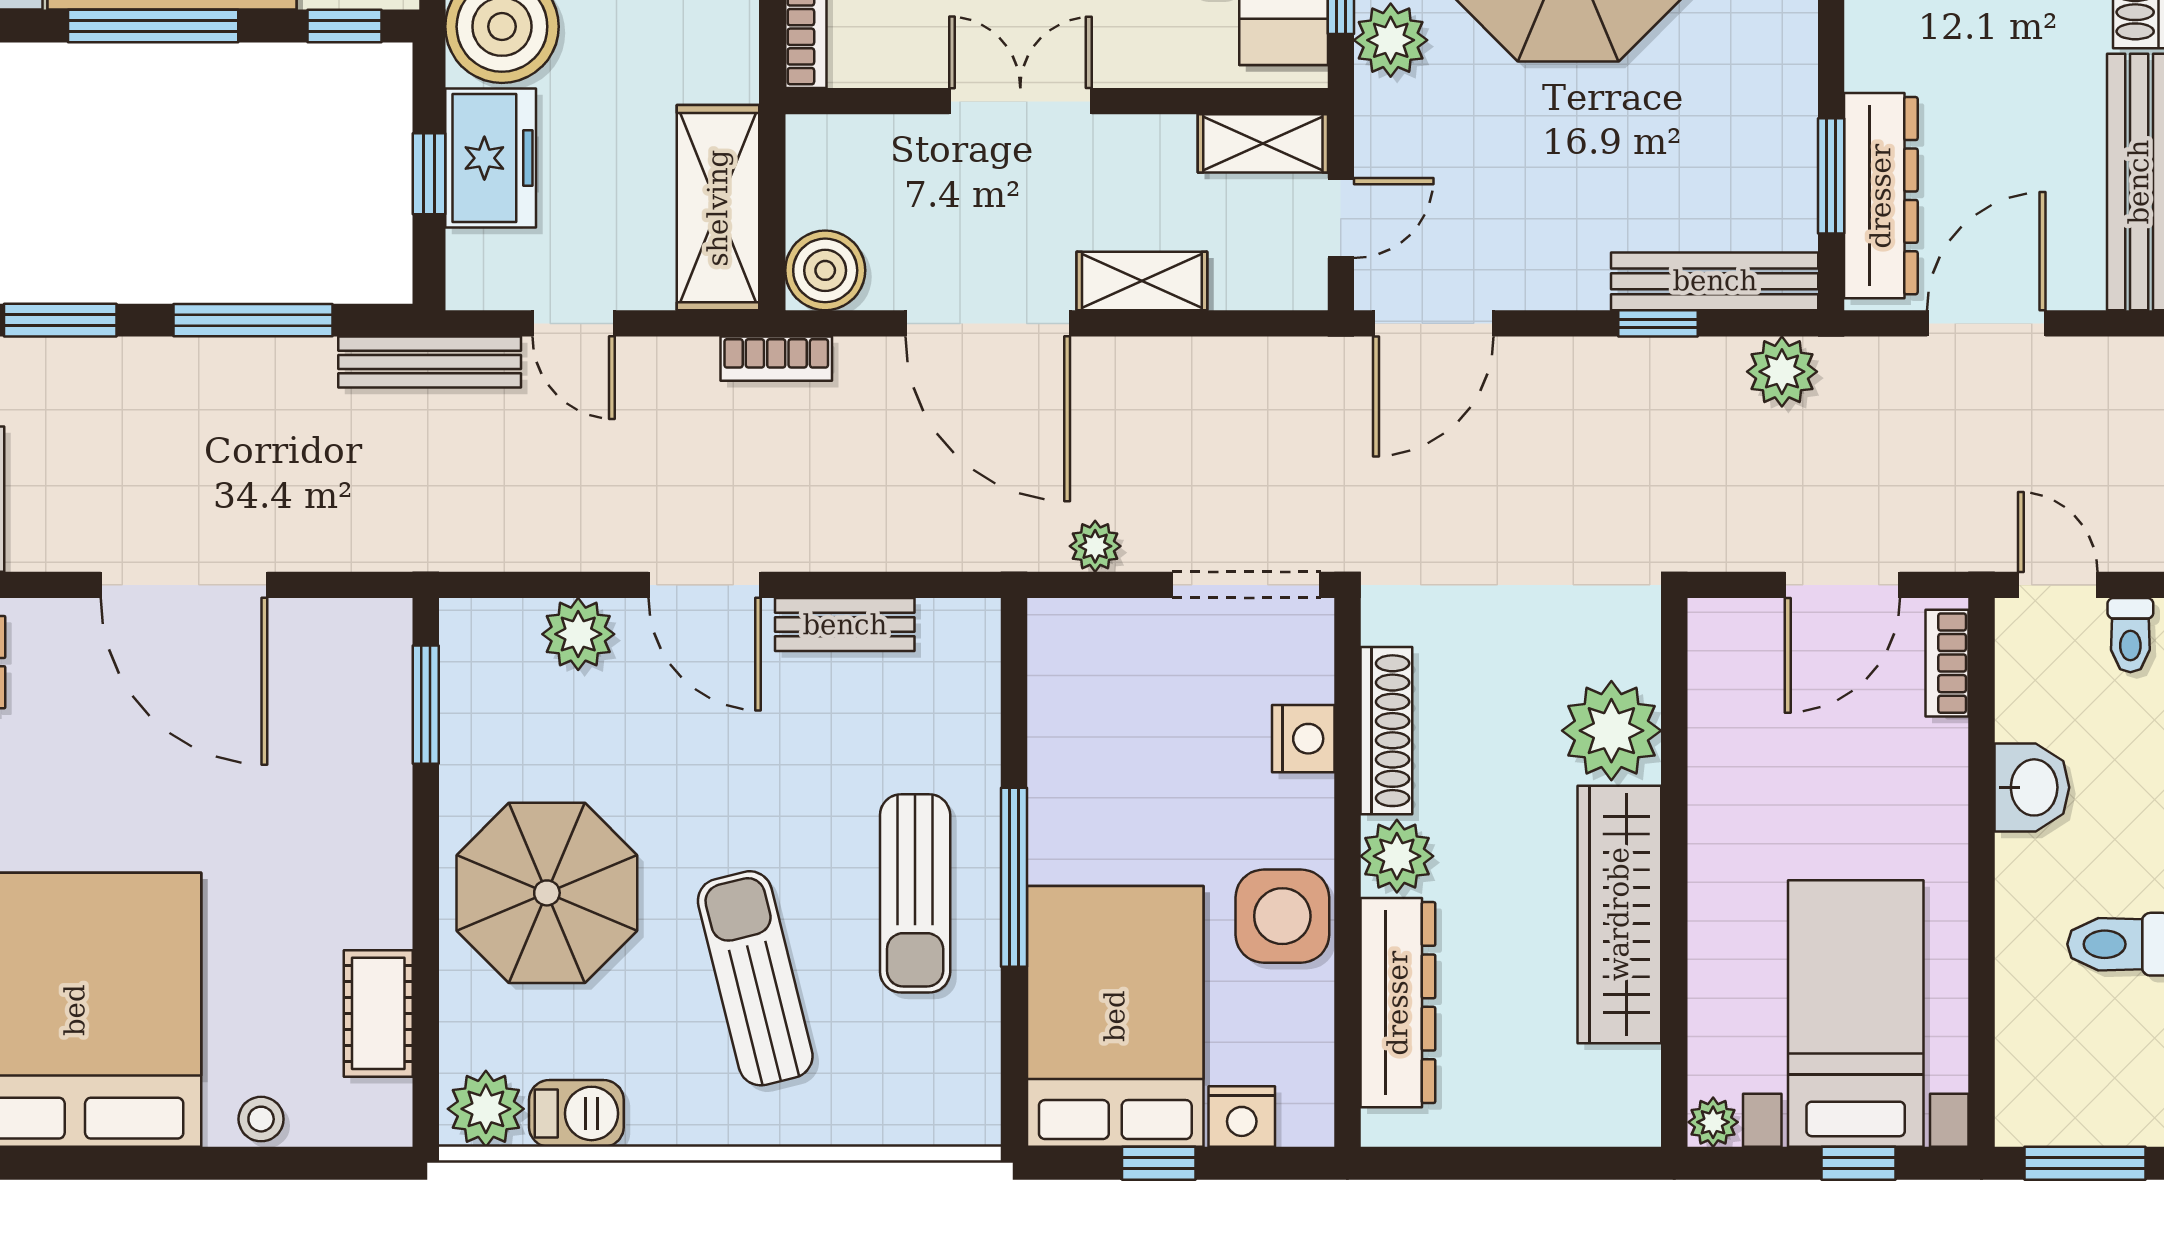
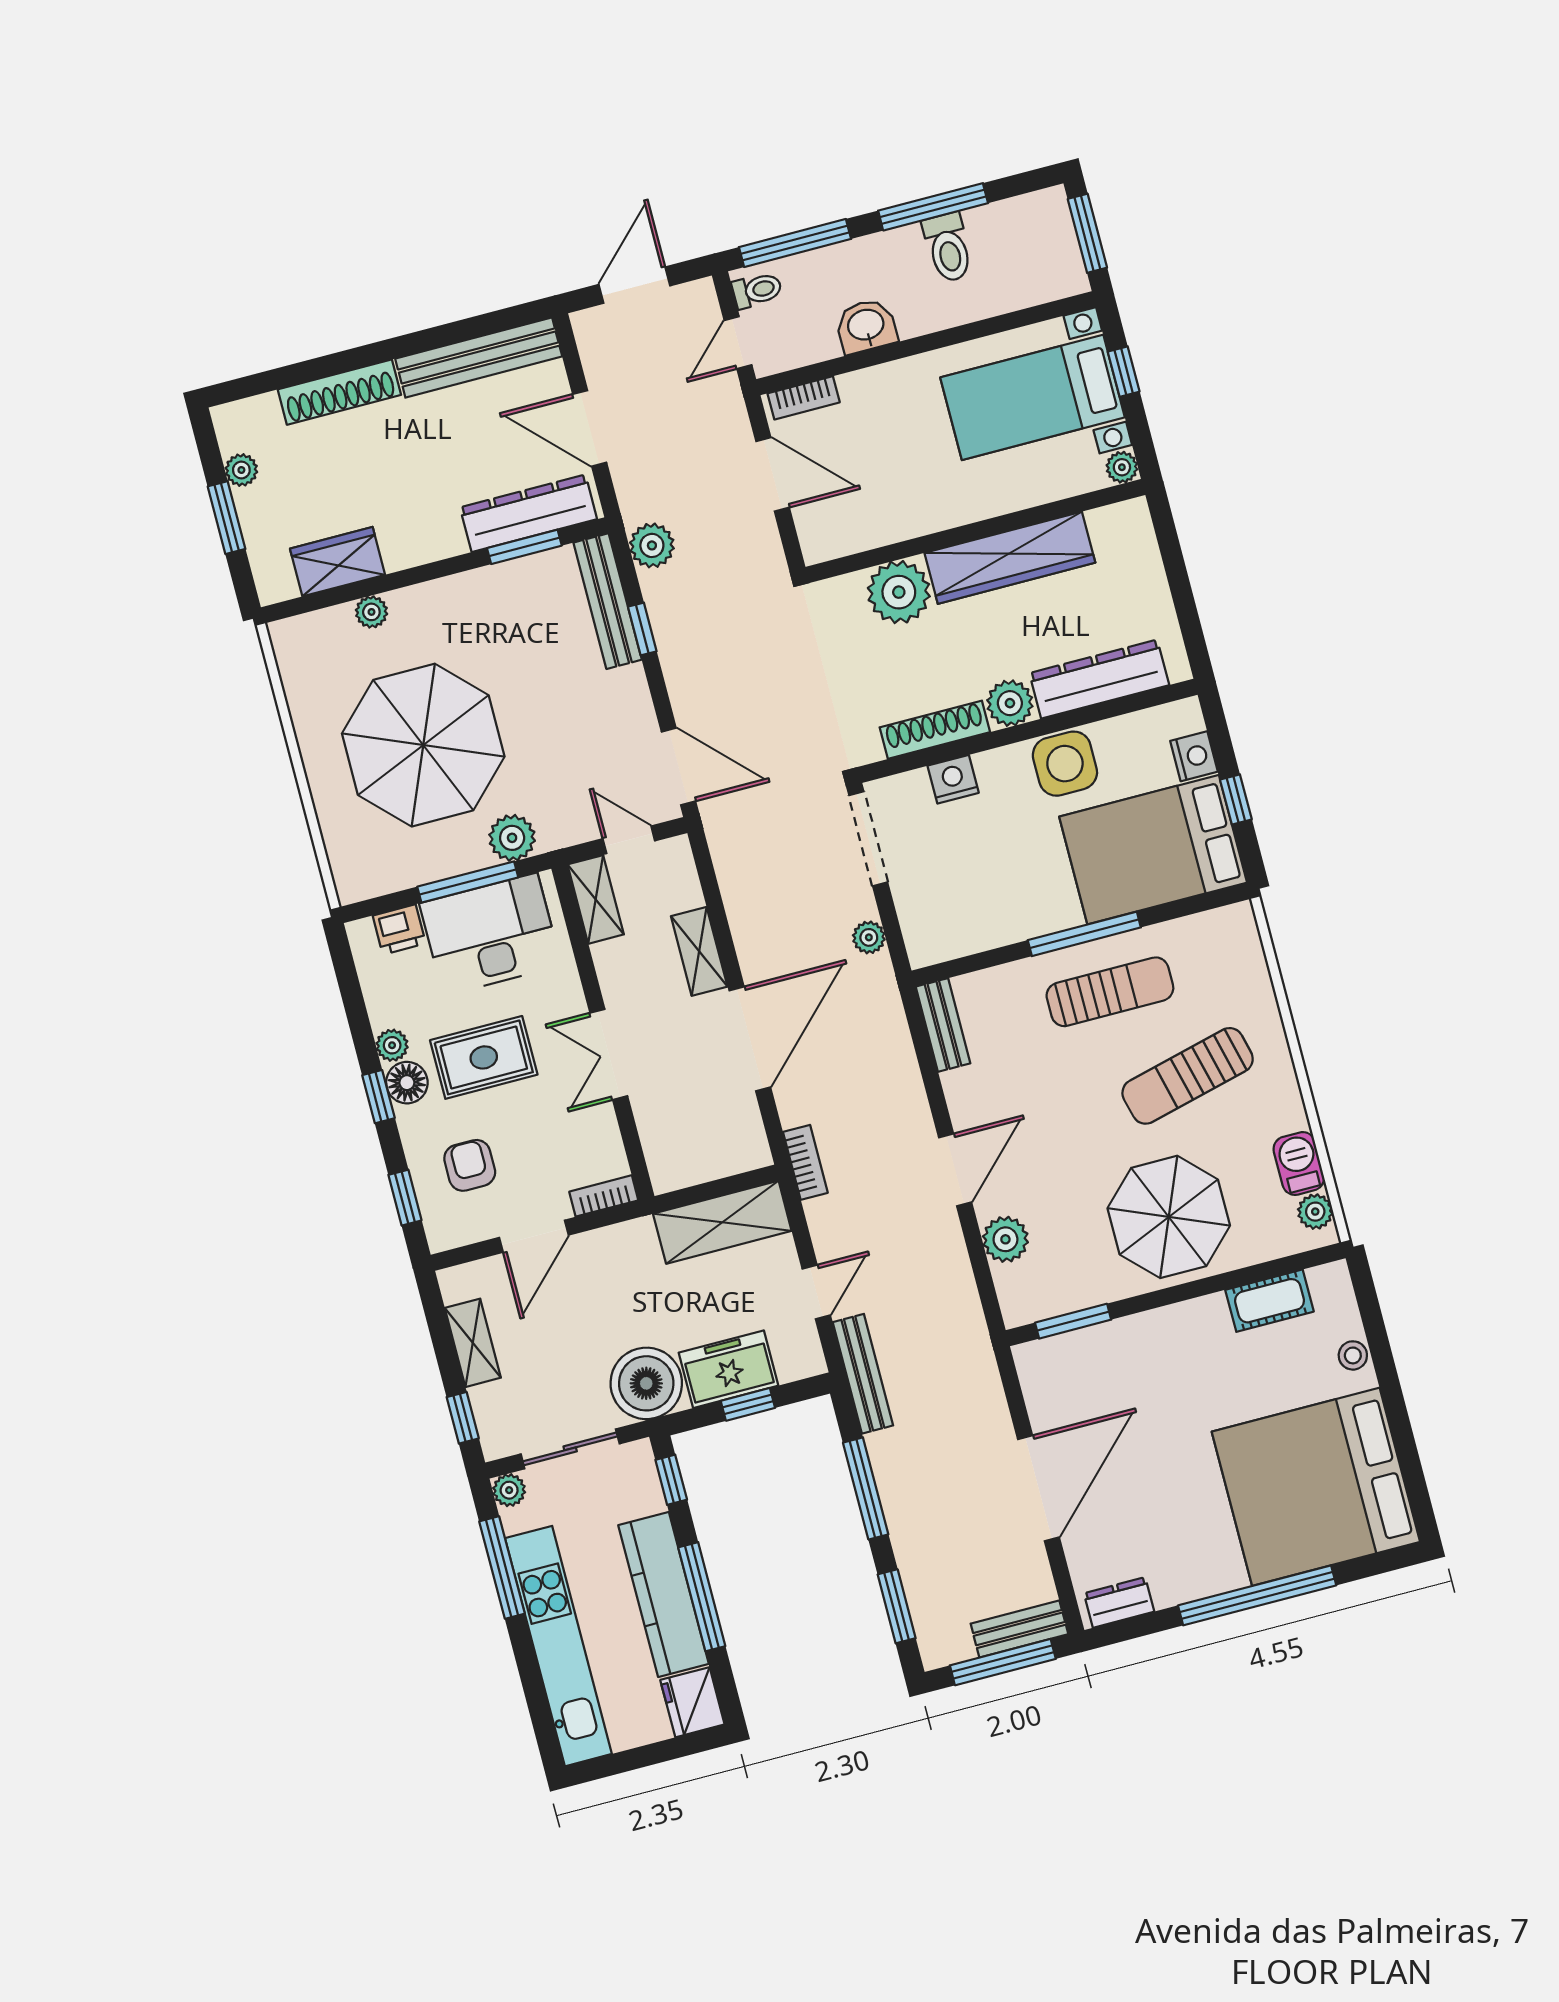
boiler: (825, 270) -> (744, 1147), removed
bench: (845, 625) -> (943, 1025), moved
plant: (486, 1109) -> (1315, 1212), width x0.73, depth x0.73

